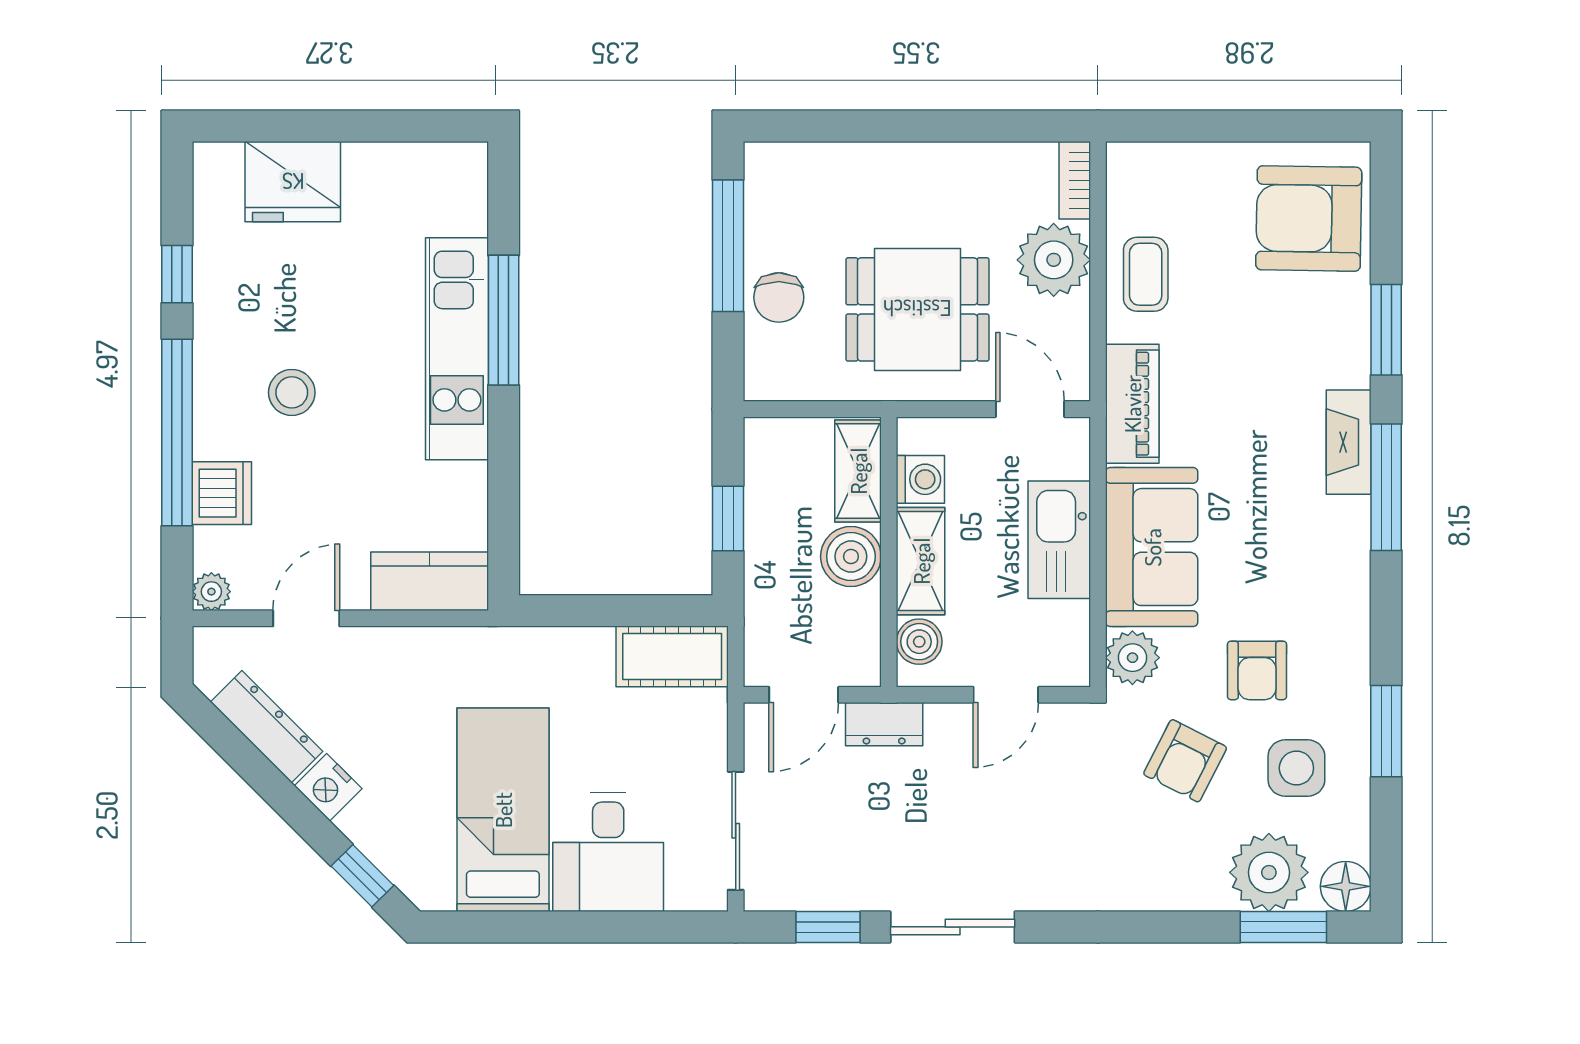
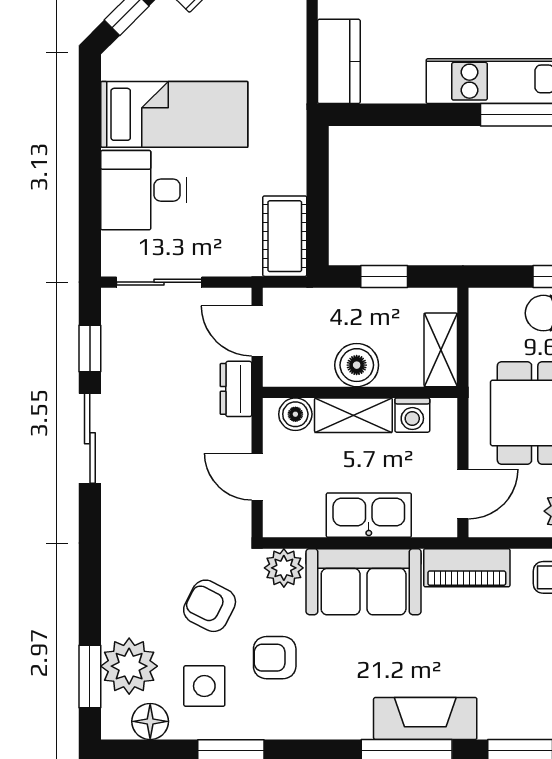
fireplace: (1349, 442) -> (425, 718), width x1.37, depth x1.32
shelving: (858, 471) -> (441, 350), moved, turned 90
floor lamp: (1346, 886) -> (150, 721), moved

